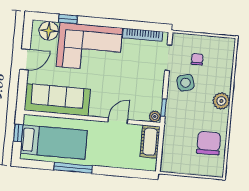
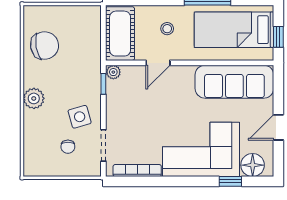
cot: (150, 142) -> (120, 34), width x1.37, depth x1.34
chair: (209, 143) -> (45, 46), turned -100
stool: (108, 148) -> (167, 29), added

